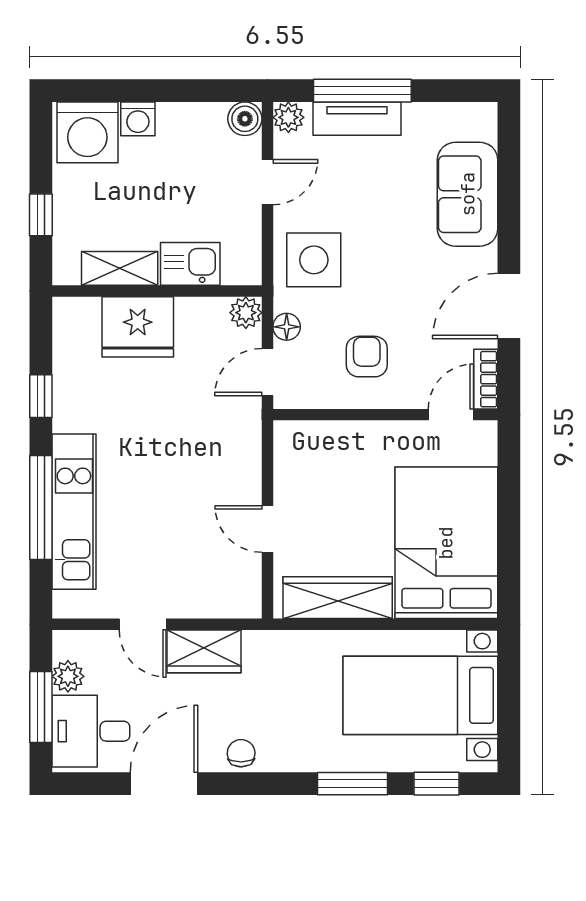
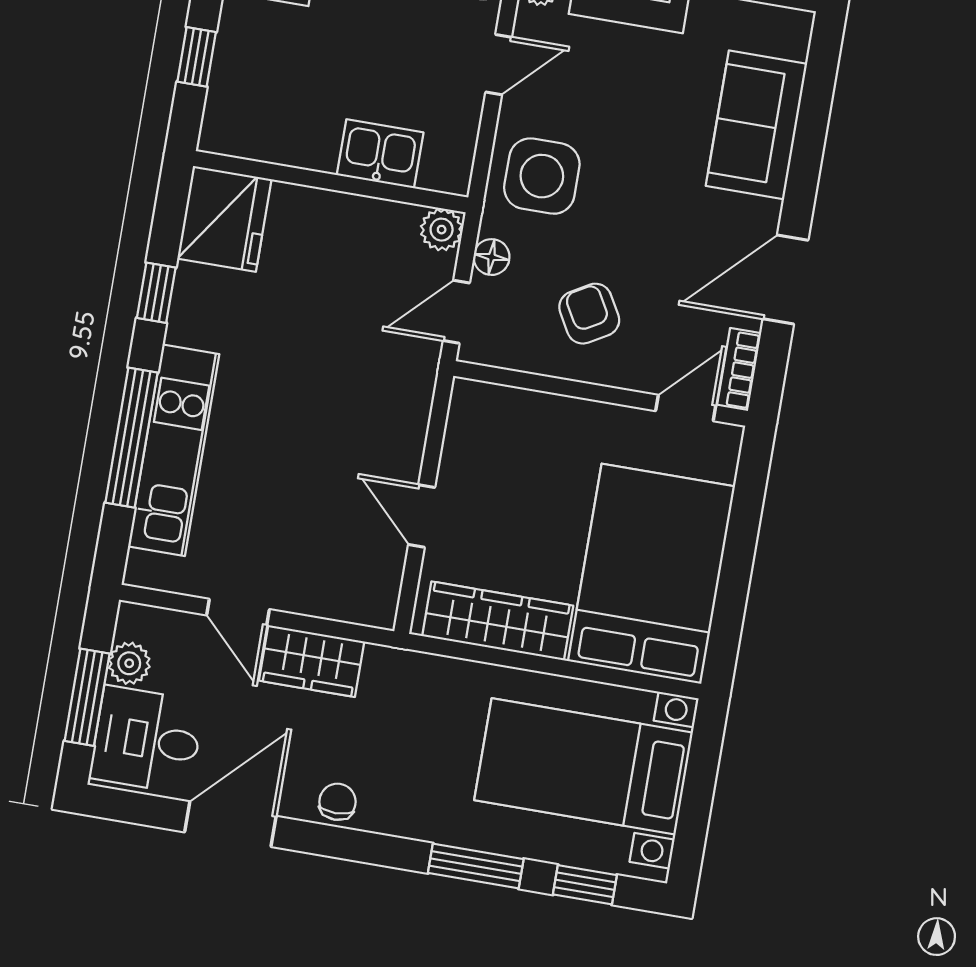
shelving: (120, 268) -> (287, 144), removed
fridge: (138, 327) -> (224, 219), moved, turned -90
armchair: (367, 357) -> (589, 314), turned -30

